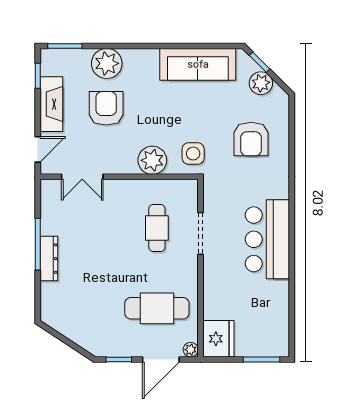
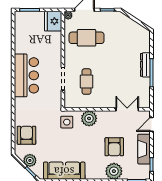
armchair: (251, 139) -> (26, 135), moved

